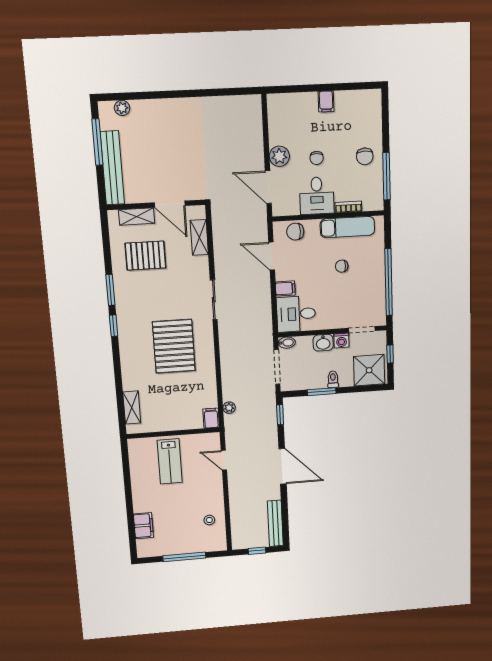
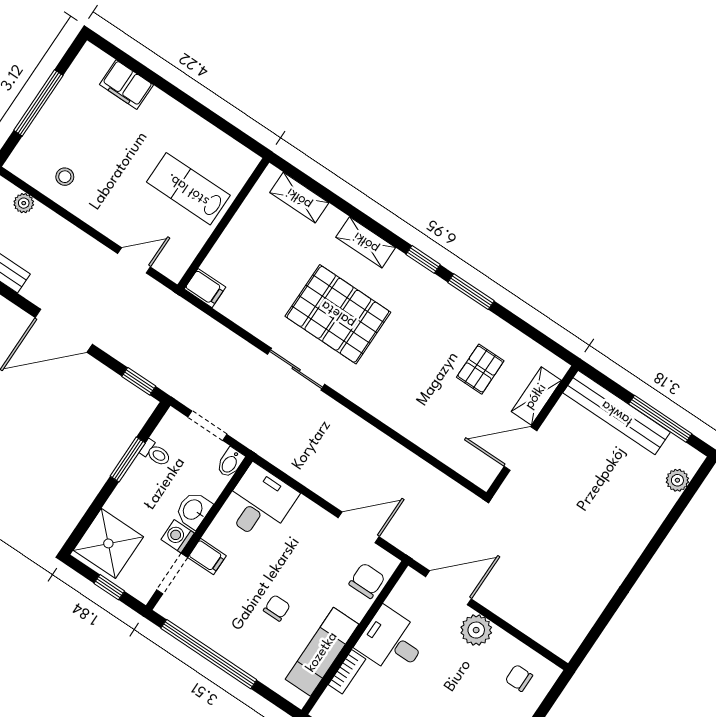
chair: (317, 158) -> (519, 678), moved
shelving: (199, 237) -> (366, 242), moved
pallet: (145, 256) -> (480, 369), width x0.67, depth x0.71
filing cabinet: (285, 288) -> (207, 557), moved, turned -90
sliding door: (214, 300) -> (296, 369), moved
doorway: (277, 367) -> (207, 426), width x0.73
toilet: (333, 379) -> (156, 453), moved
plant: (229, 408) -> (24, 203), moved

